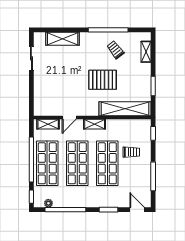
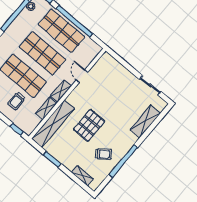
shelving: (48, 124) -> (46, 108), moved

